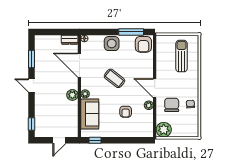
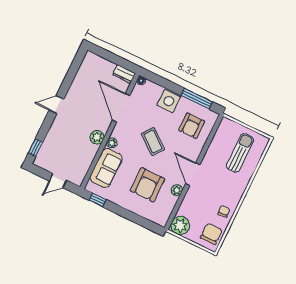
armchair: (143, 44) -> (192, 126), moved
window: (31, 59) -> (71, 75), removed
door: (31, 86) -> (56, 105), hinge flipped
chair: (172, 105) -> (211, 234), moved
armchair: (126, 112) -> (147, 185), width x1.88, depth x1.88

